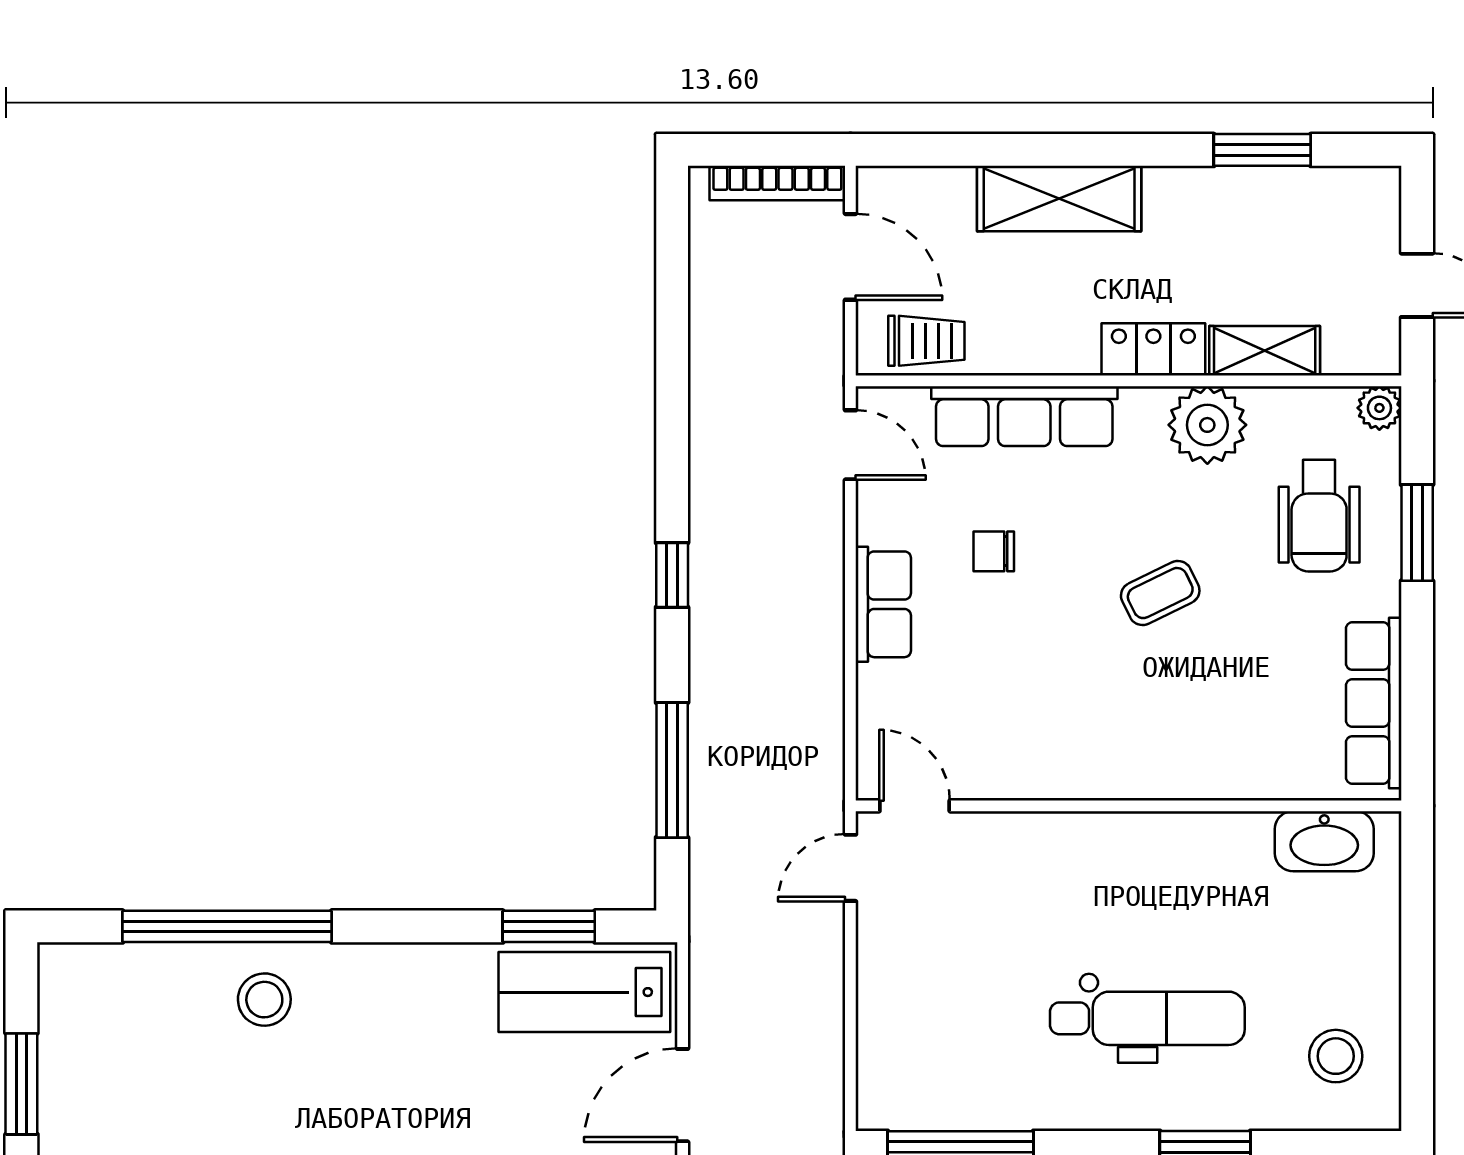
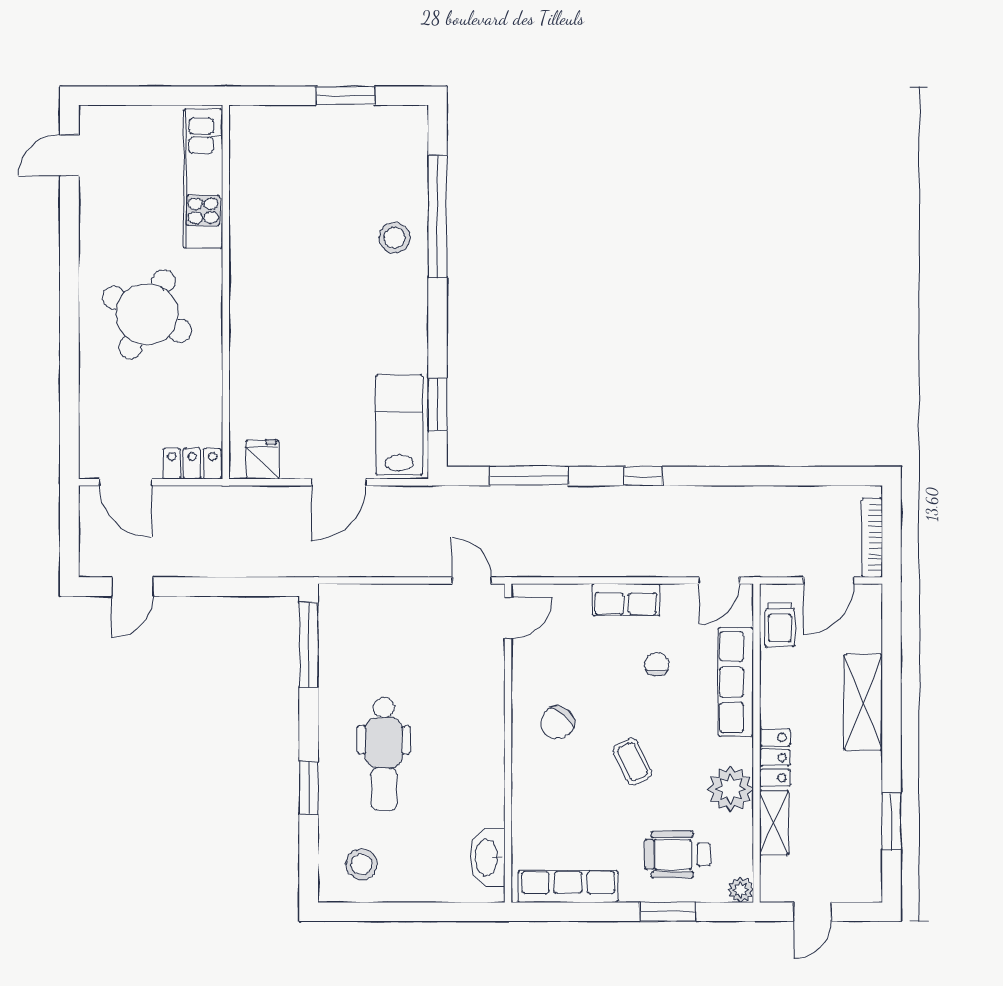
chair: (1094, 721) -> (557, 723), added
door: (683, 1095) -> (339, 482), swing flipped

